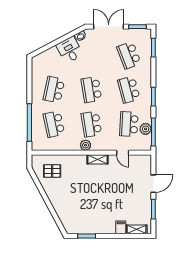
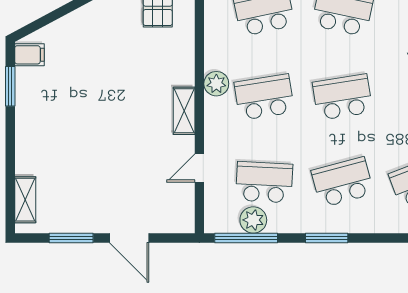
filing cabinet: (121, 227) -> (30, 55), moved

